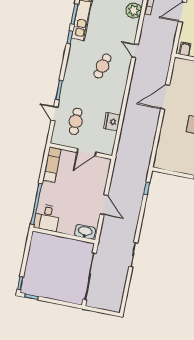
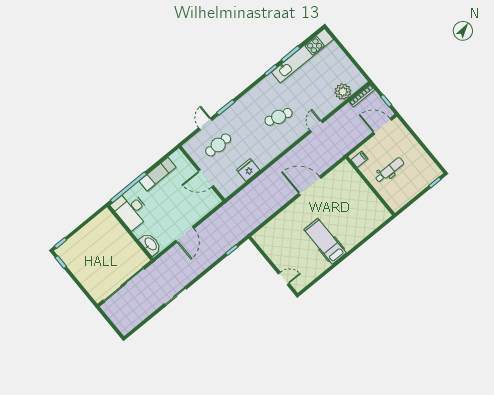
exam couch: (52, 165) -> (157, 174), moved
desk: (47, 218) -> (131, 210), width x1.37

